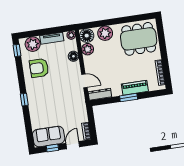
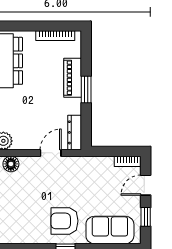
armchair: (39, 68) -> (64, 221), moved, turned 90
sofa: (49, 136) -> (110, 230), moved, turned 90
door: (73, 145) -> (146, 185), hinge flipped

